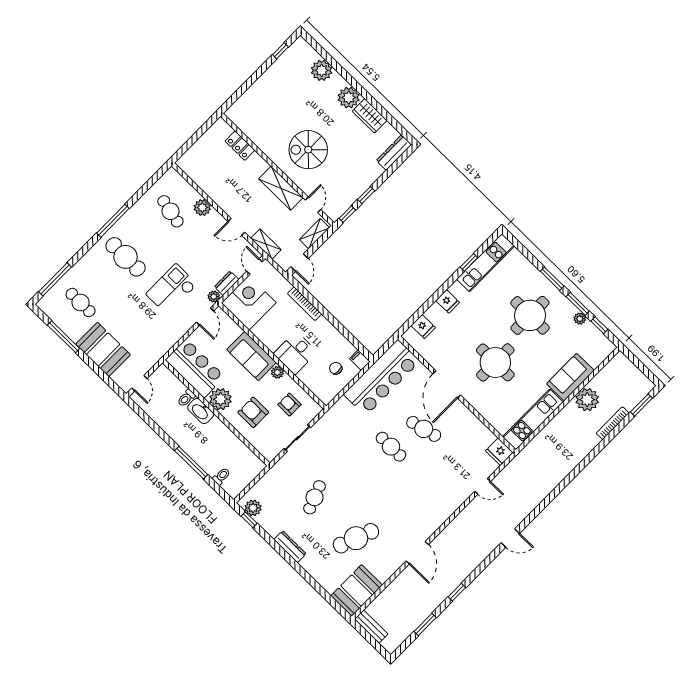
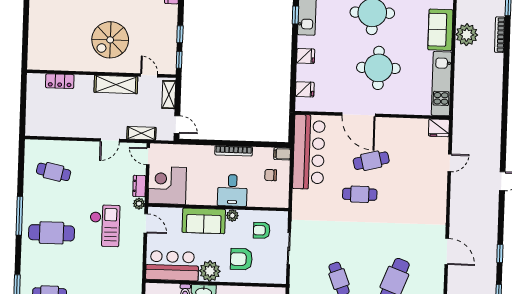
plant: (202, 208) -> (73, 149), removed
checkout: (172, 289) -> (105, 226), turned 180
bookcase: (305, 304) -> (234, 151), moved

